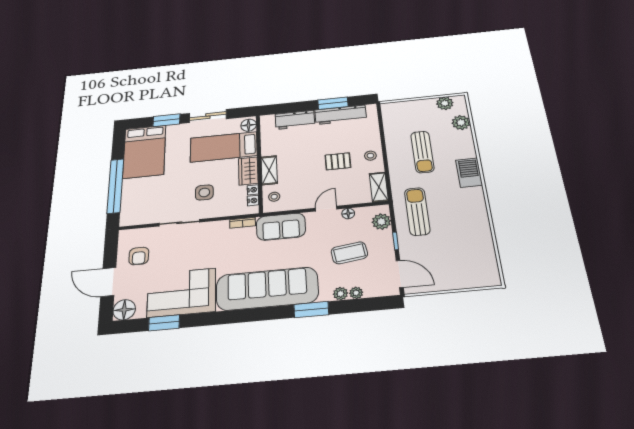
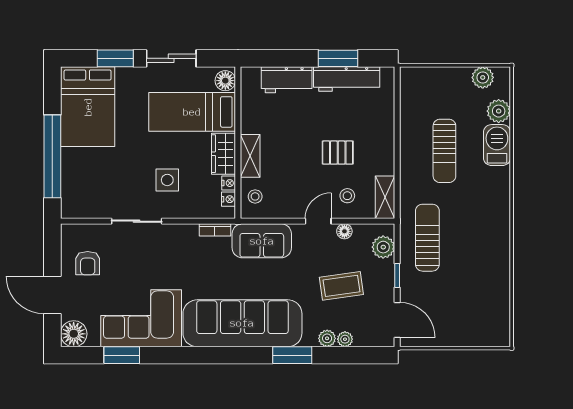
stool: (370, 156) -> (347, 196), moved
barbecue: (469, 173) -> (497, 145), moved

